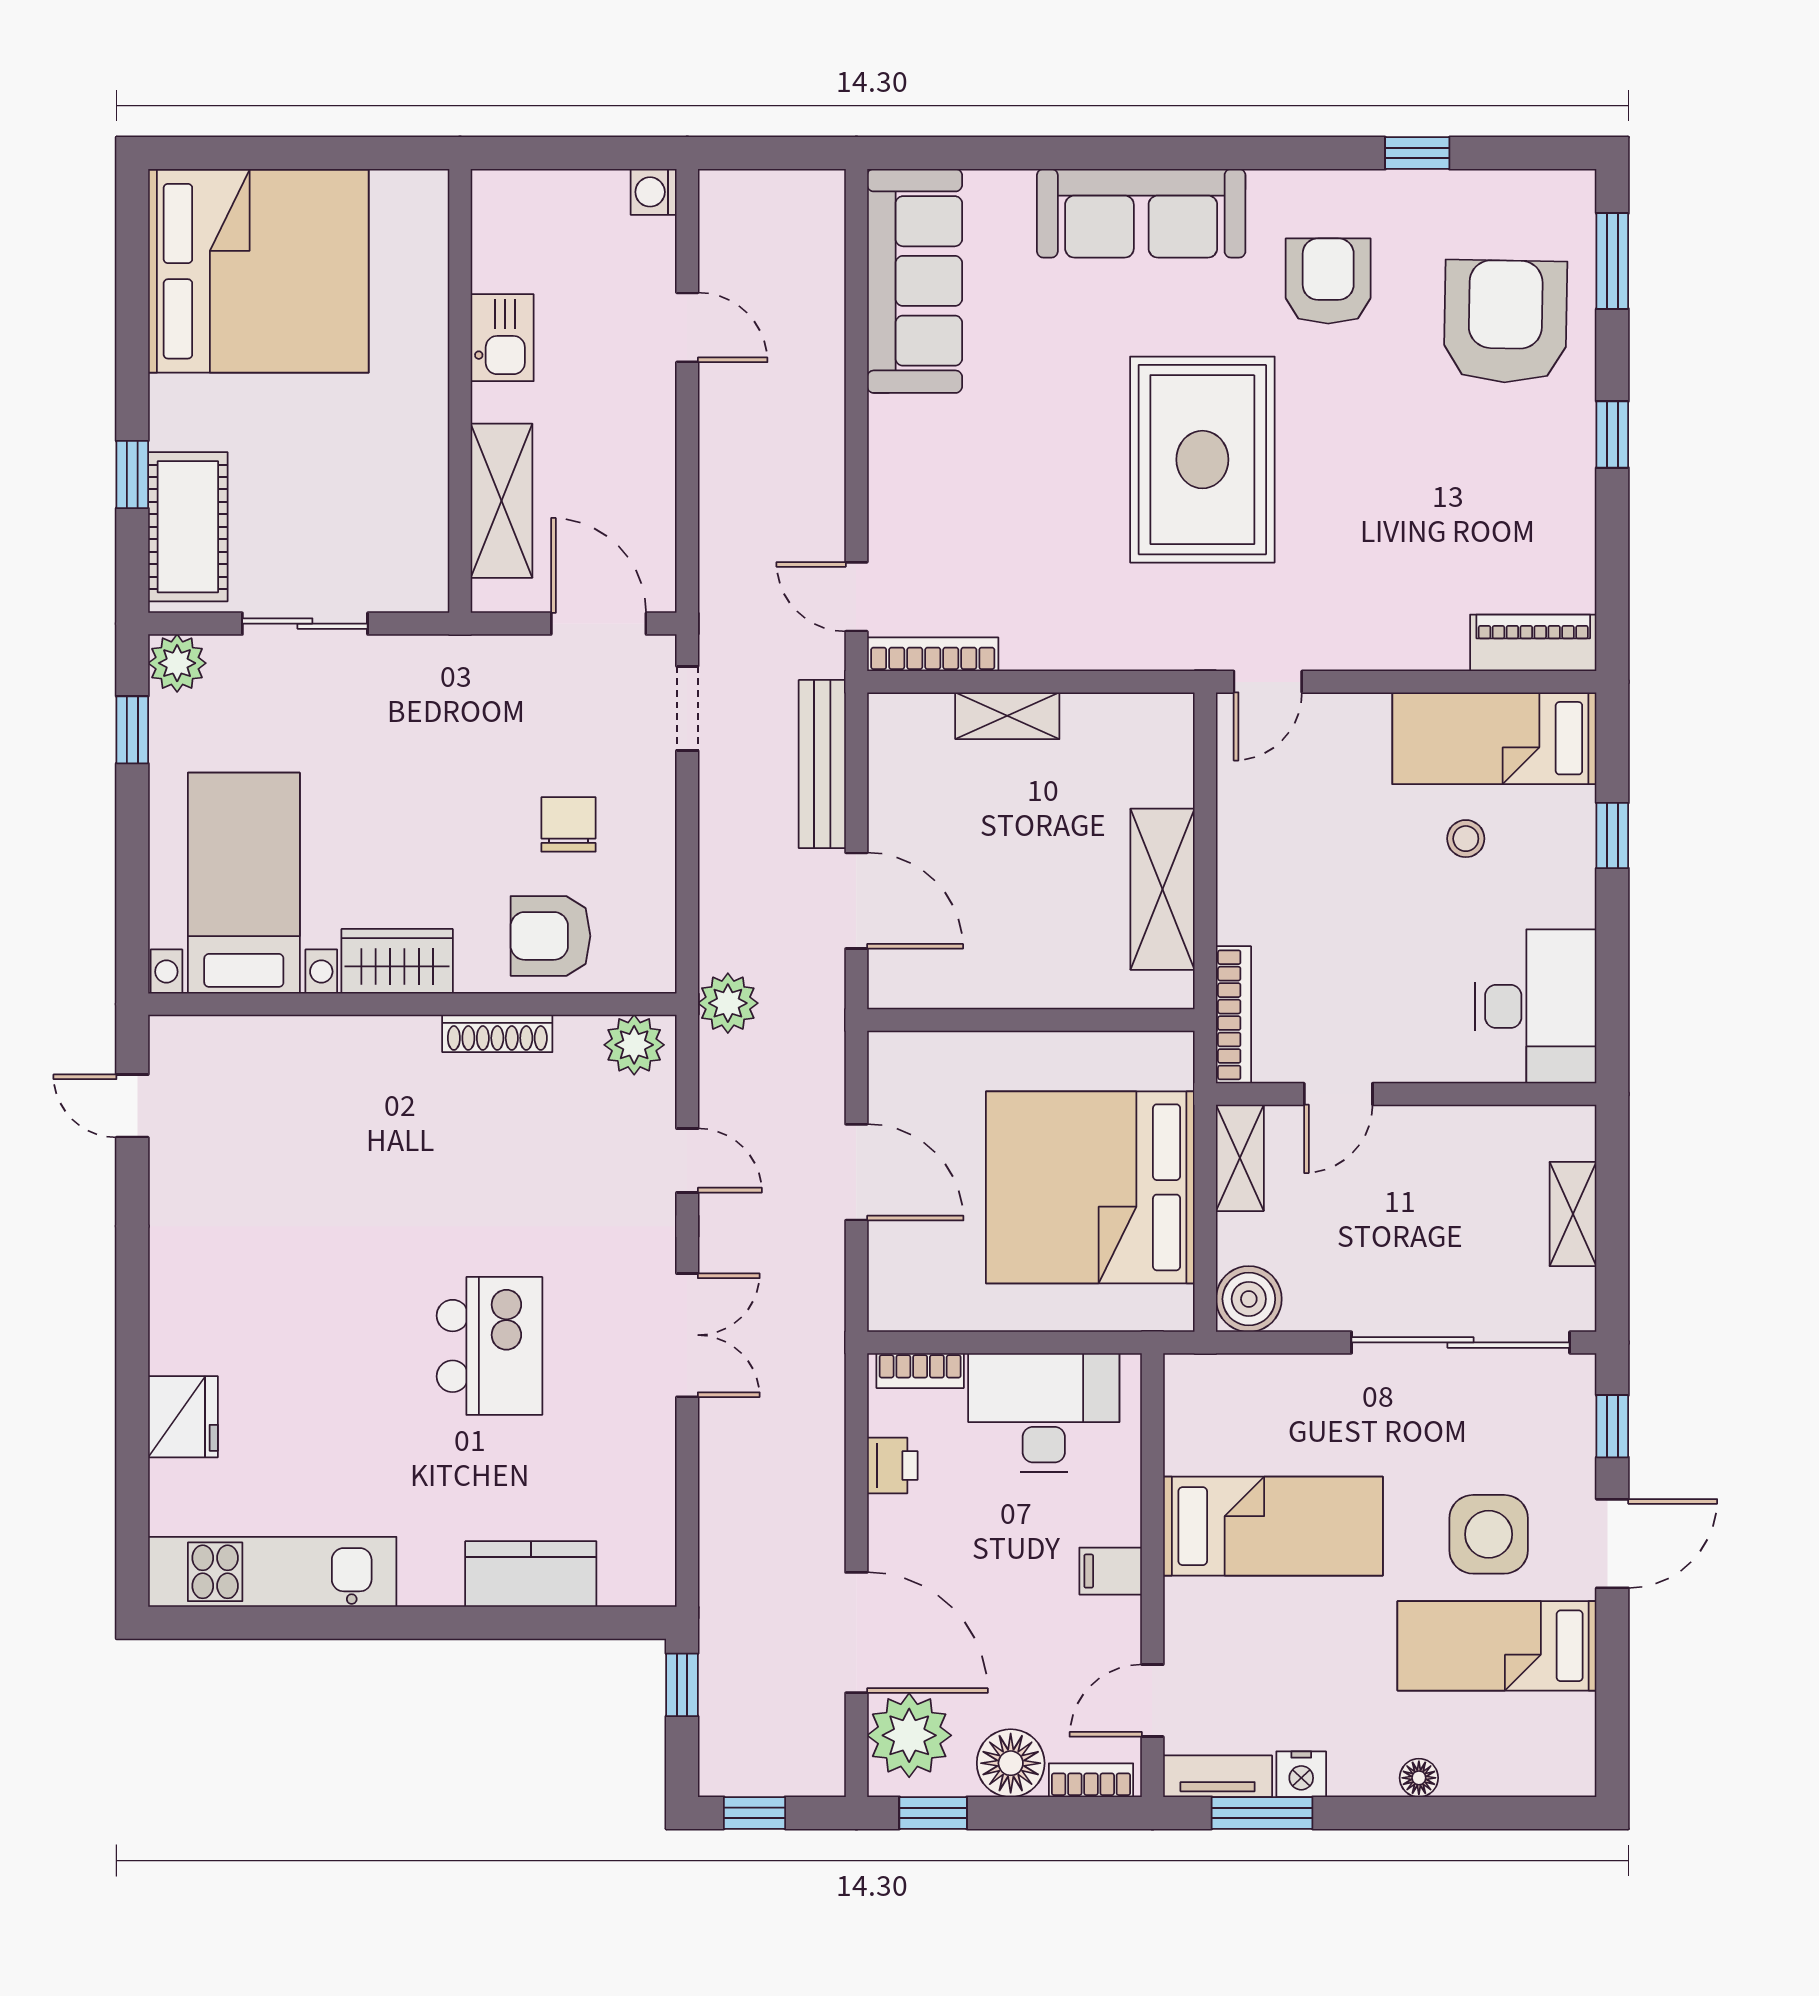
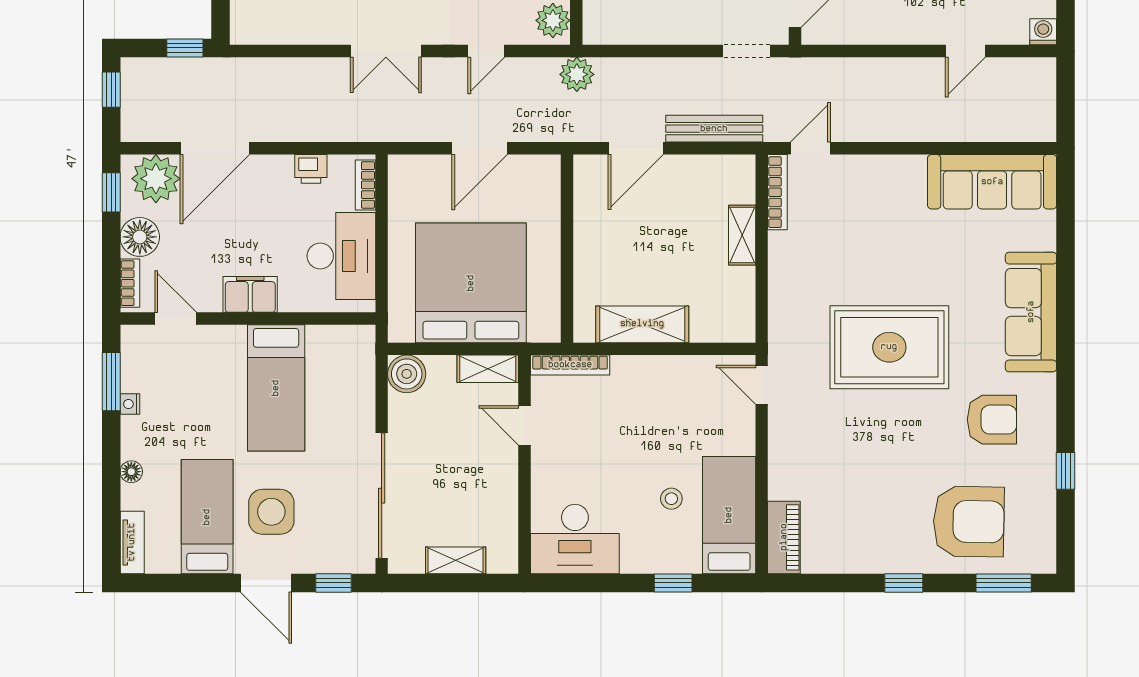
filing cabinet: (1111, 1571) -> (250, 294), width x2.00
nightstand: (1301, 1774) -> (130, 404), width x0.72, depth x0.74
tv unit: (1218, 1776) -> (132, 542), moved

